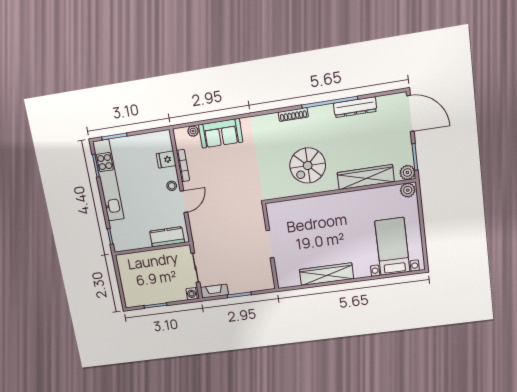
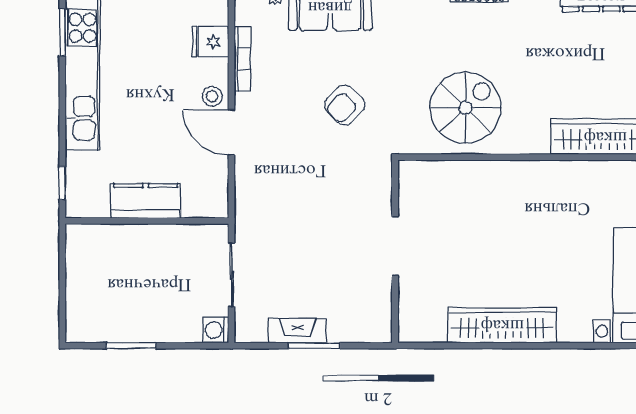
spiral stairs: (308, 165) -> (465, 108), moved, turned 180
armchair: (235, 181) -> (345, 105), added
door: (184, 202) -> (231, 132), swing flipped
kitchen counter: (167, 237) -> (146, 201), moved
fireplace: (214, 291) -> (297, 331), moved

